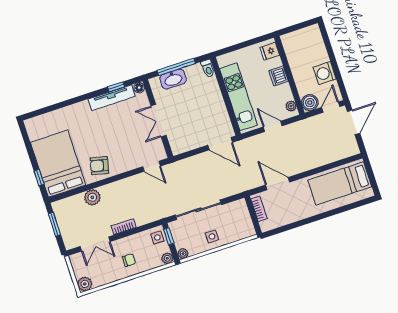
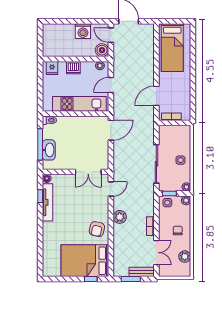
double door: (159, 121) -> (88, 172), moved
plant: (92, 197) -> (120, 217), moved
bench: (67, 234) -> (142, 272), added
plant: (85, 284) -> (185, 257), moved

